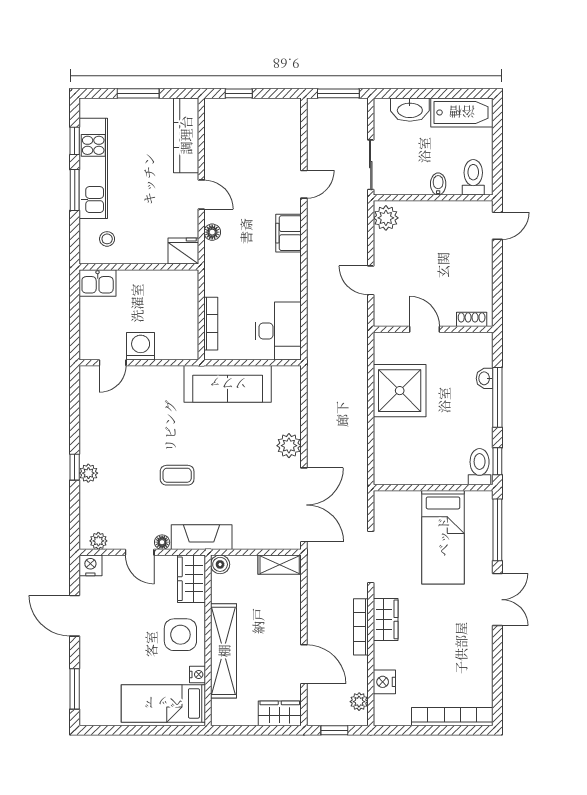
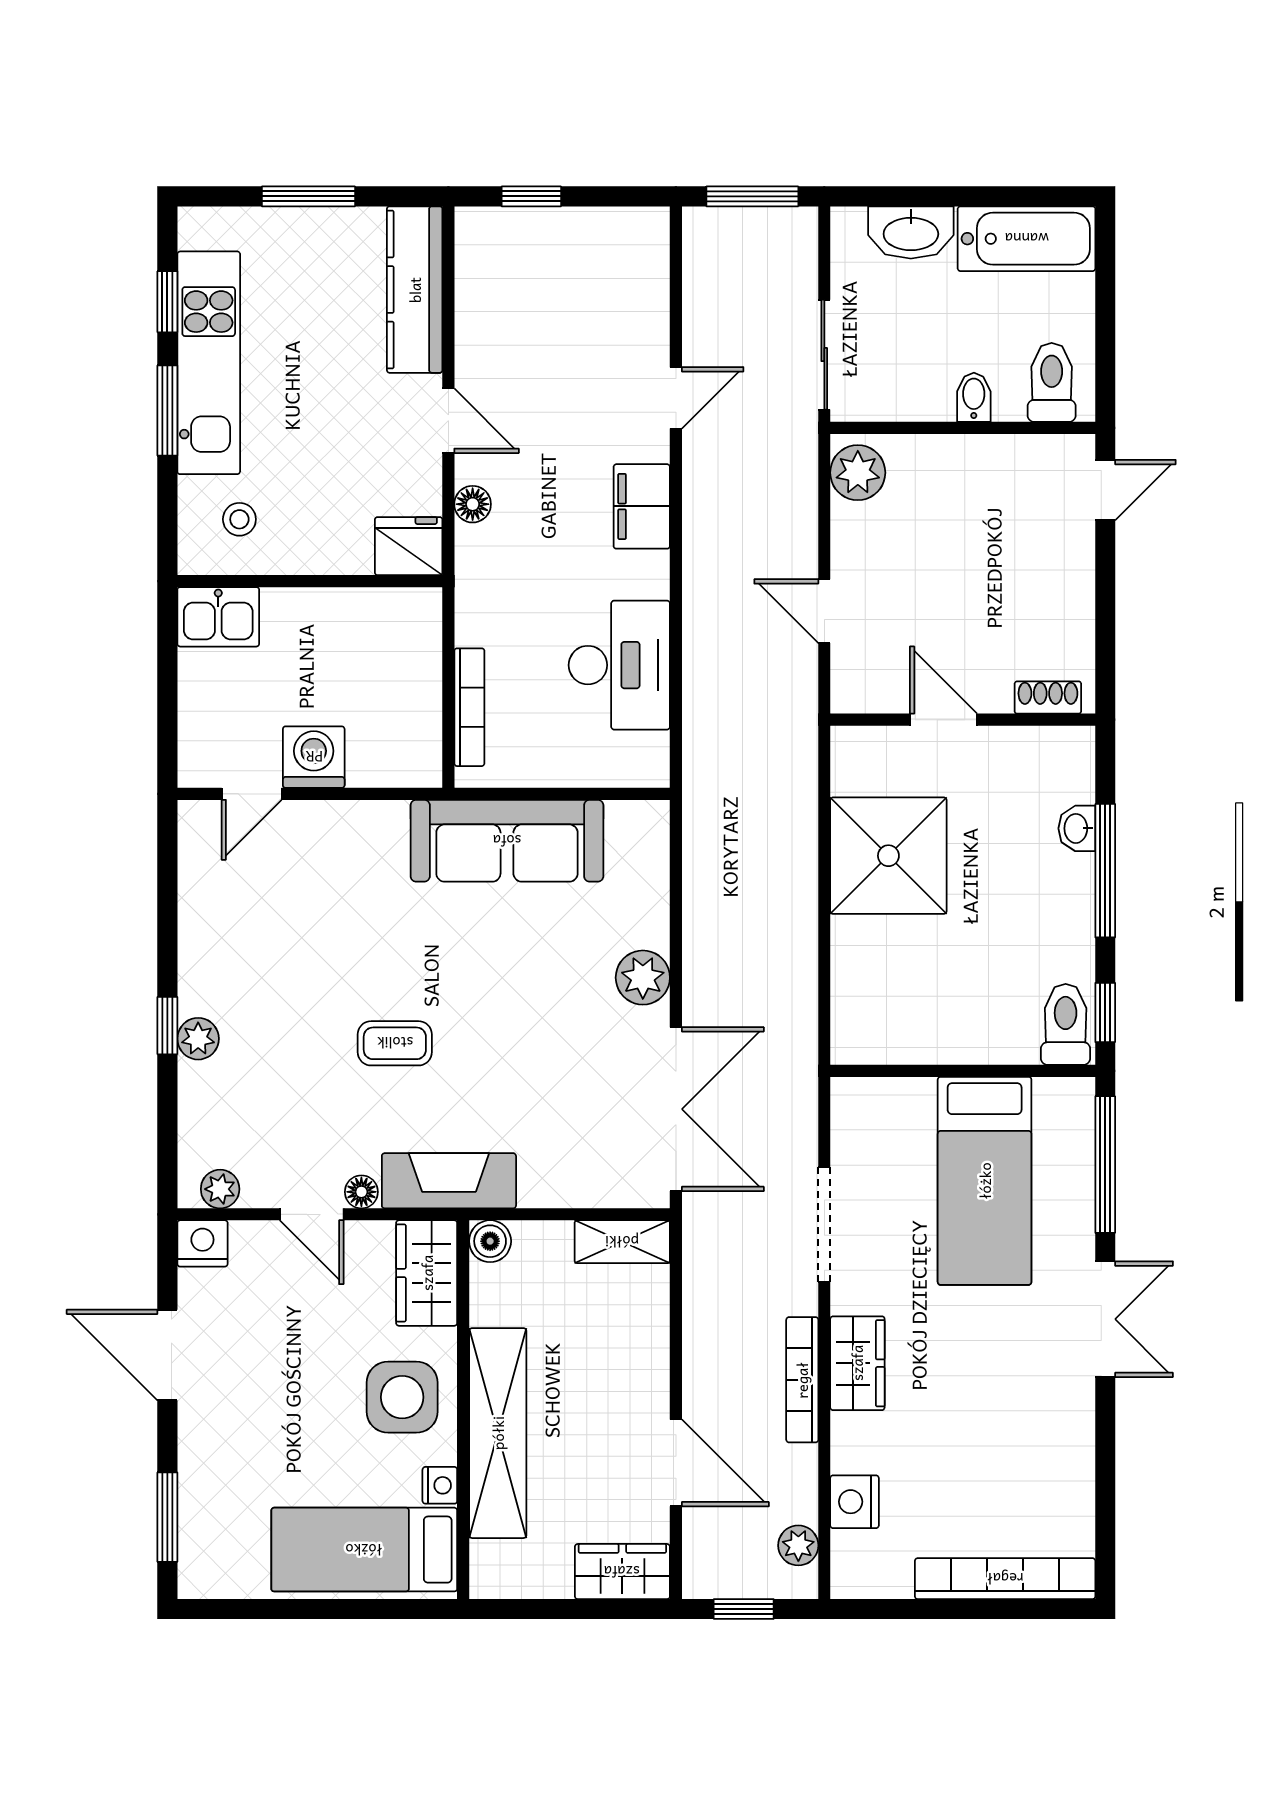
desk: (278, 331) -> (619, 665), moved

